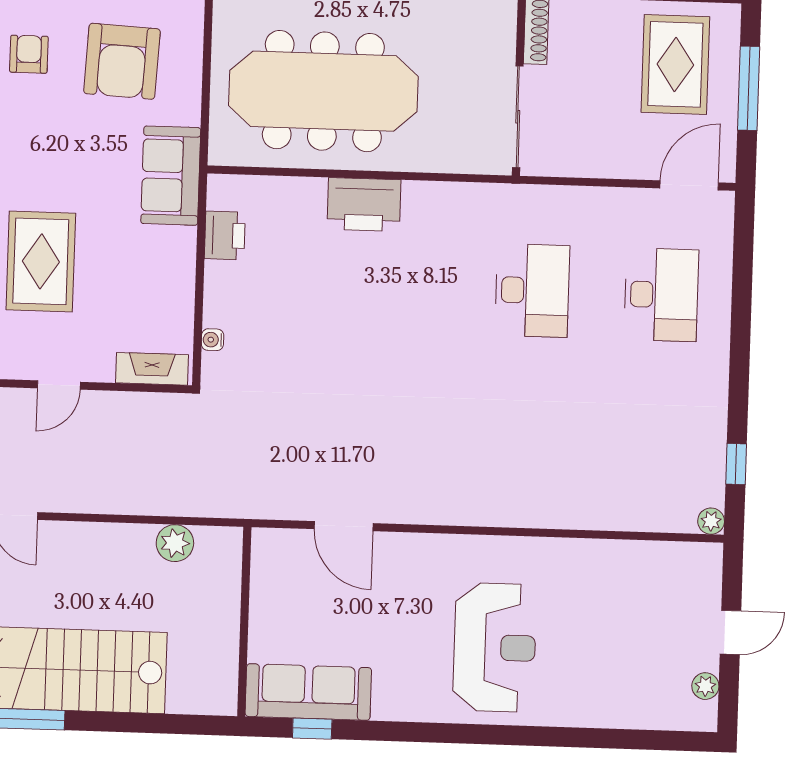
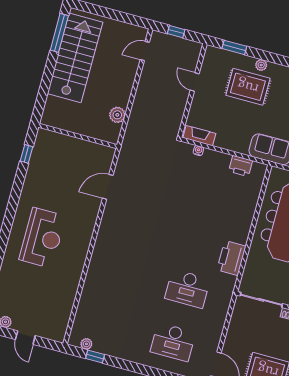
printer: (364, 204) -> (231, 258), moved
fireplace: (152, 369) -> (199, 136), moved, turned -90
plant: (711, 521) -> (86, 344), moved
reception desk: (495, 647) -> (42, 238), turned -90
sofa: (308, 692) -> (42, 156), removed

